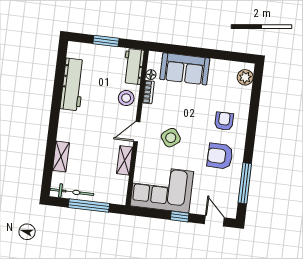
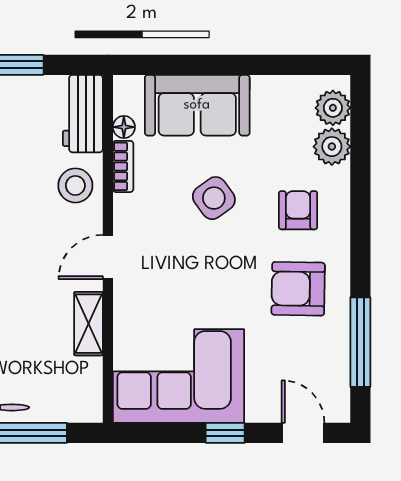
plant: (243, 95) -> (332, 147), added
side table: (171, 138) -> (214, 198), moved

